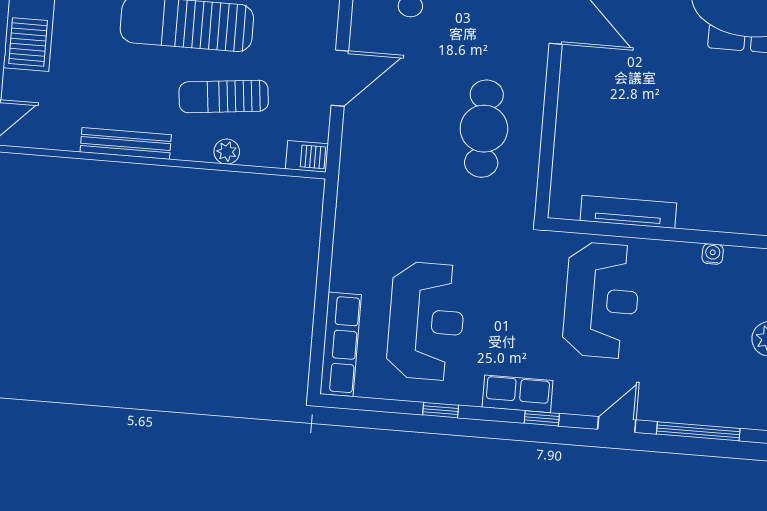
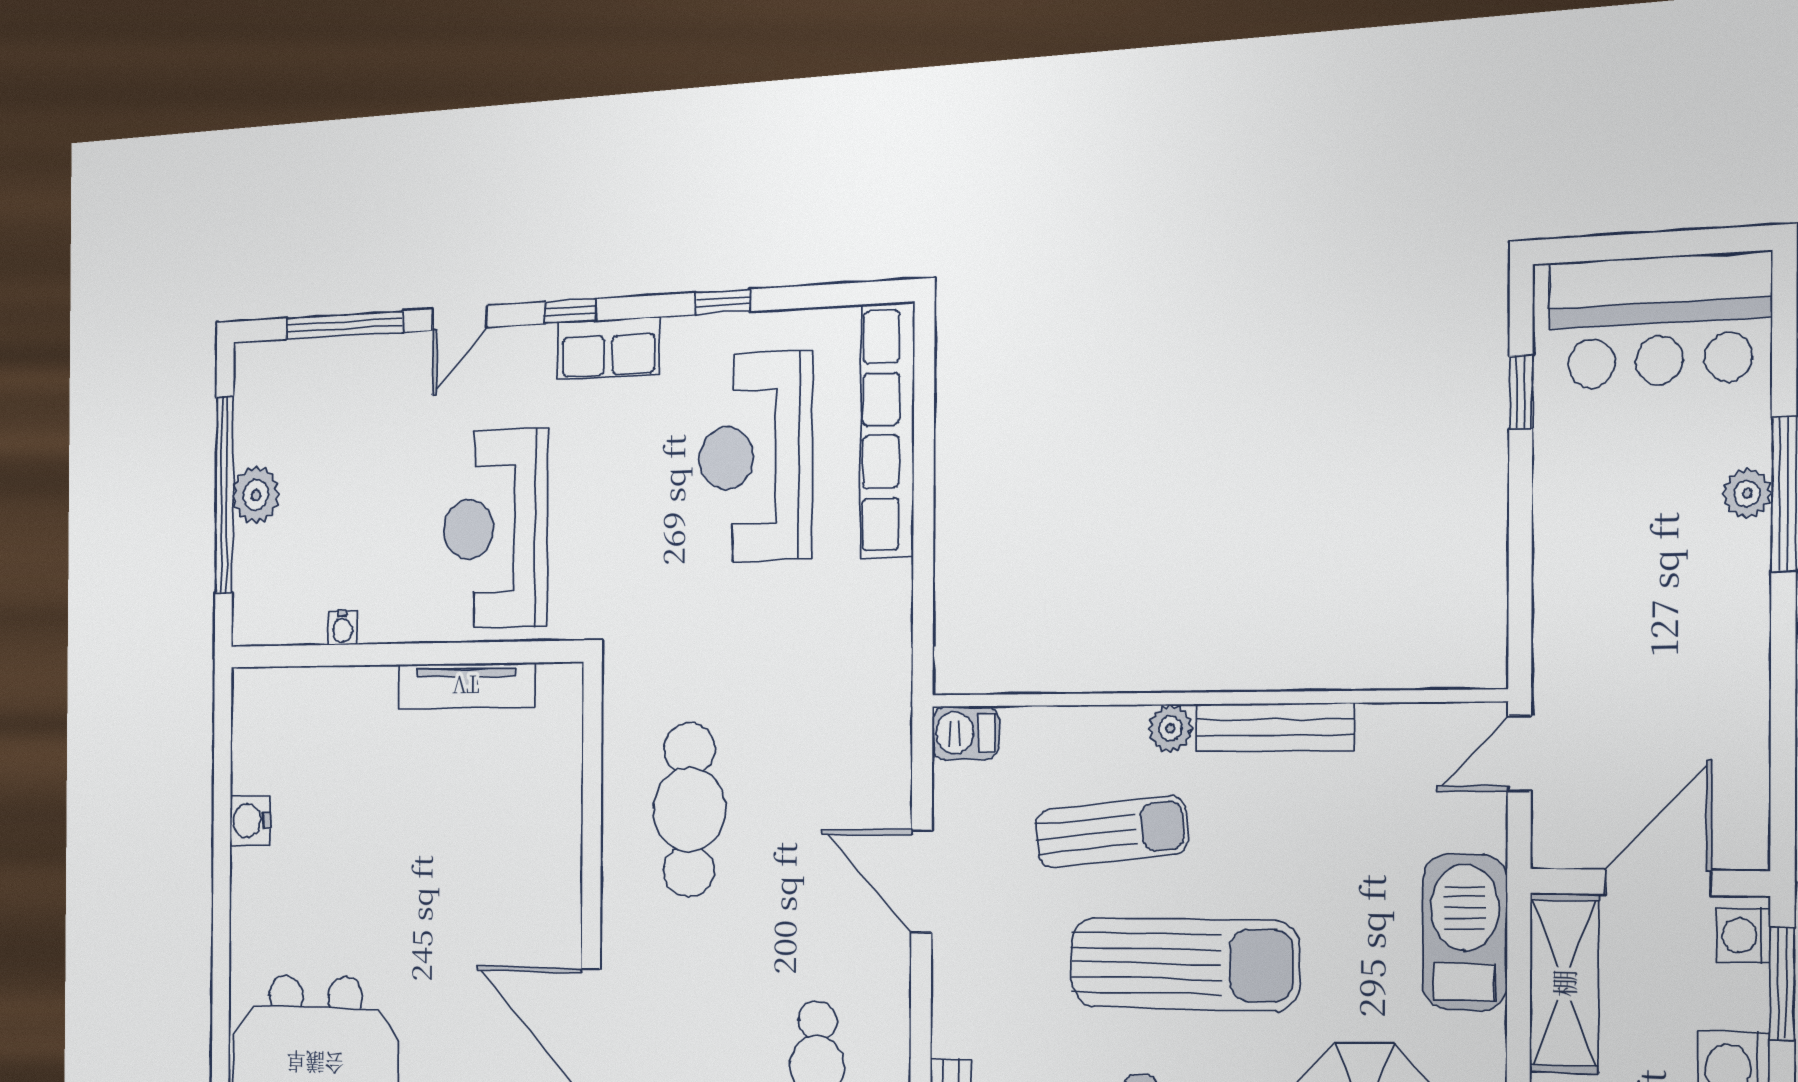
door: (340, 78) -> (921, 881), hinge flipped
plant: (227, 152) -> (1170, 728), moved
row of seats: (341, 344) -> (887, 430), width x1.36

